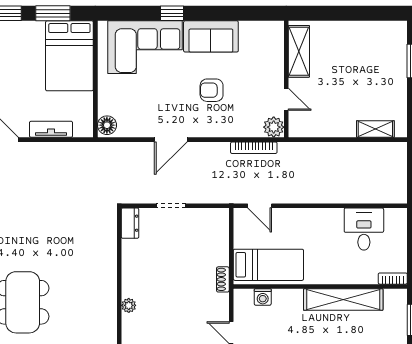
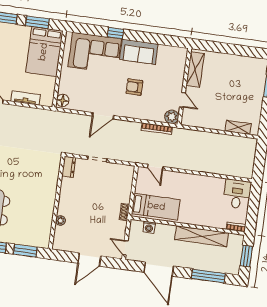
desk: (364, 229) -> (237, 194), moved

